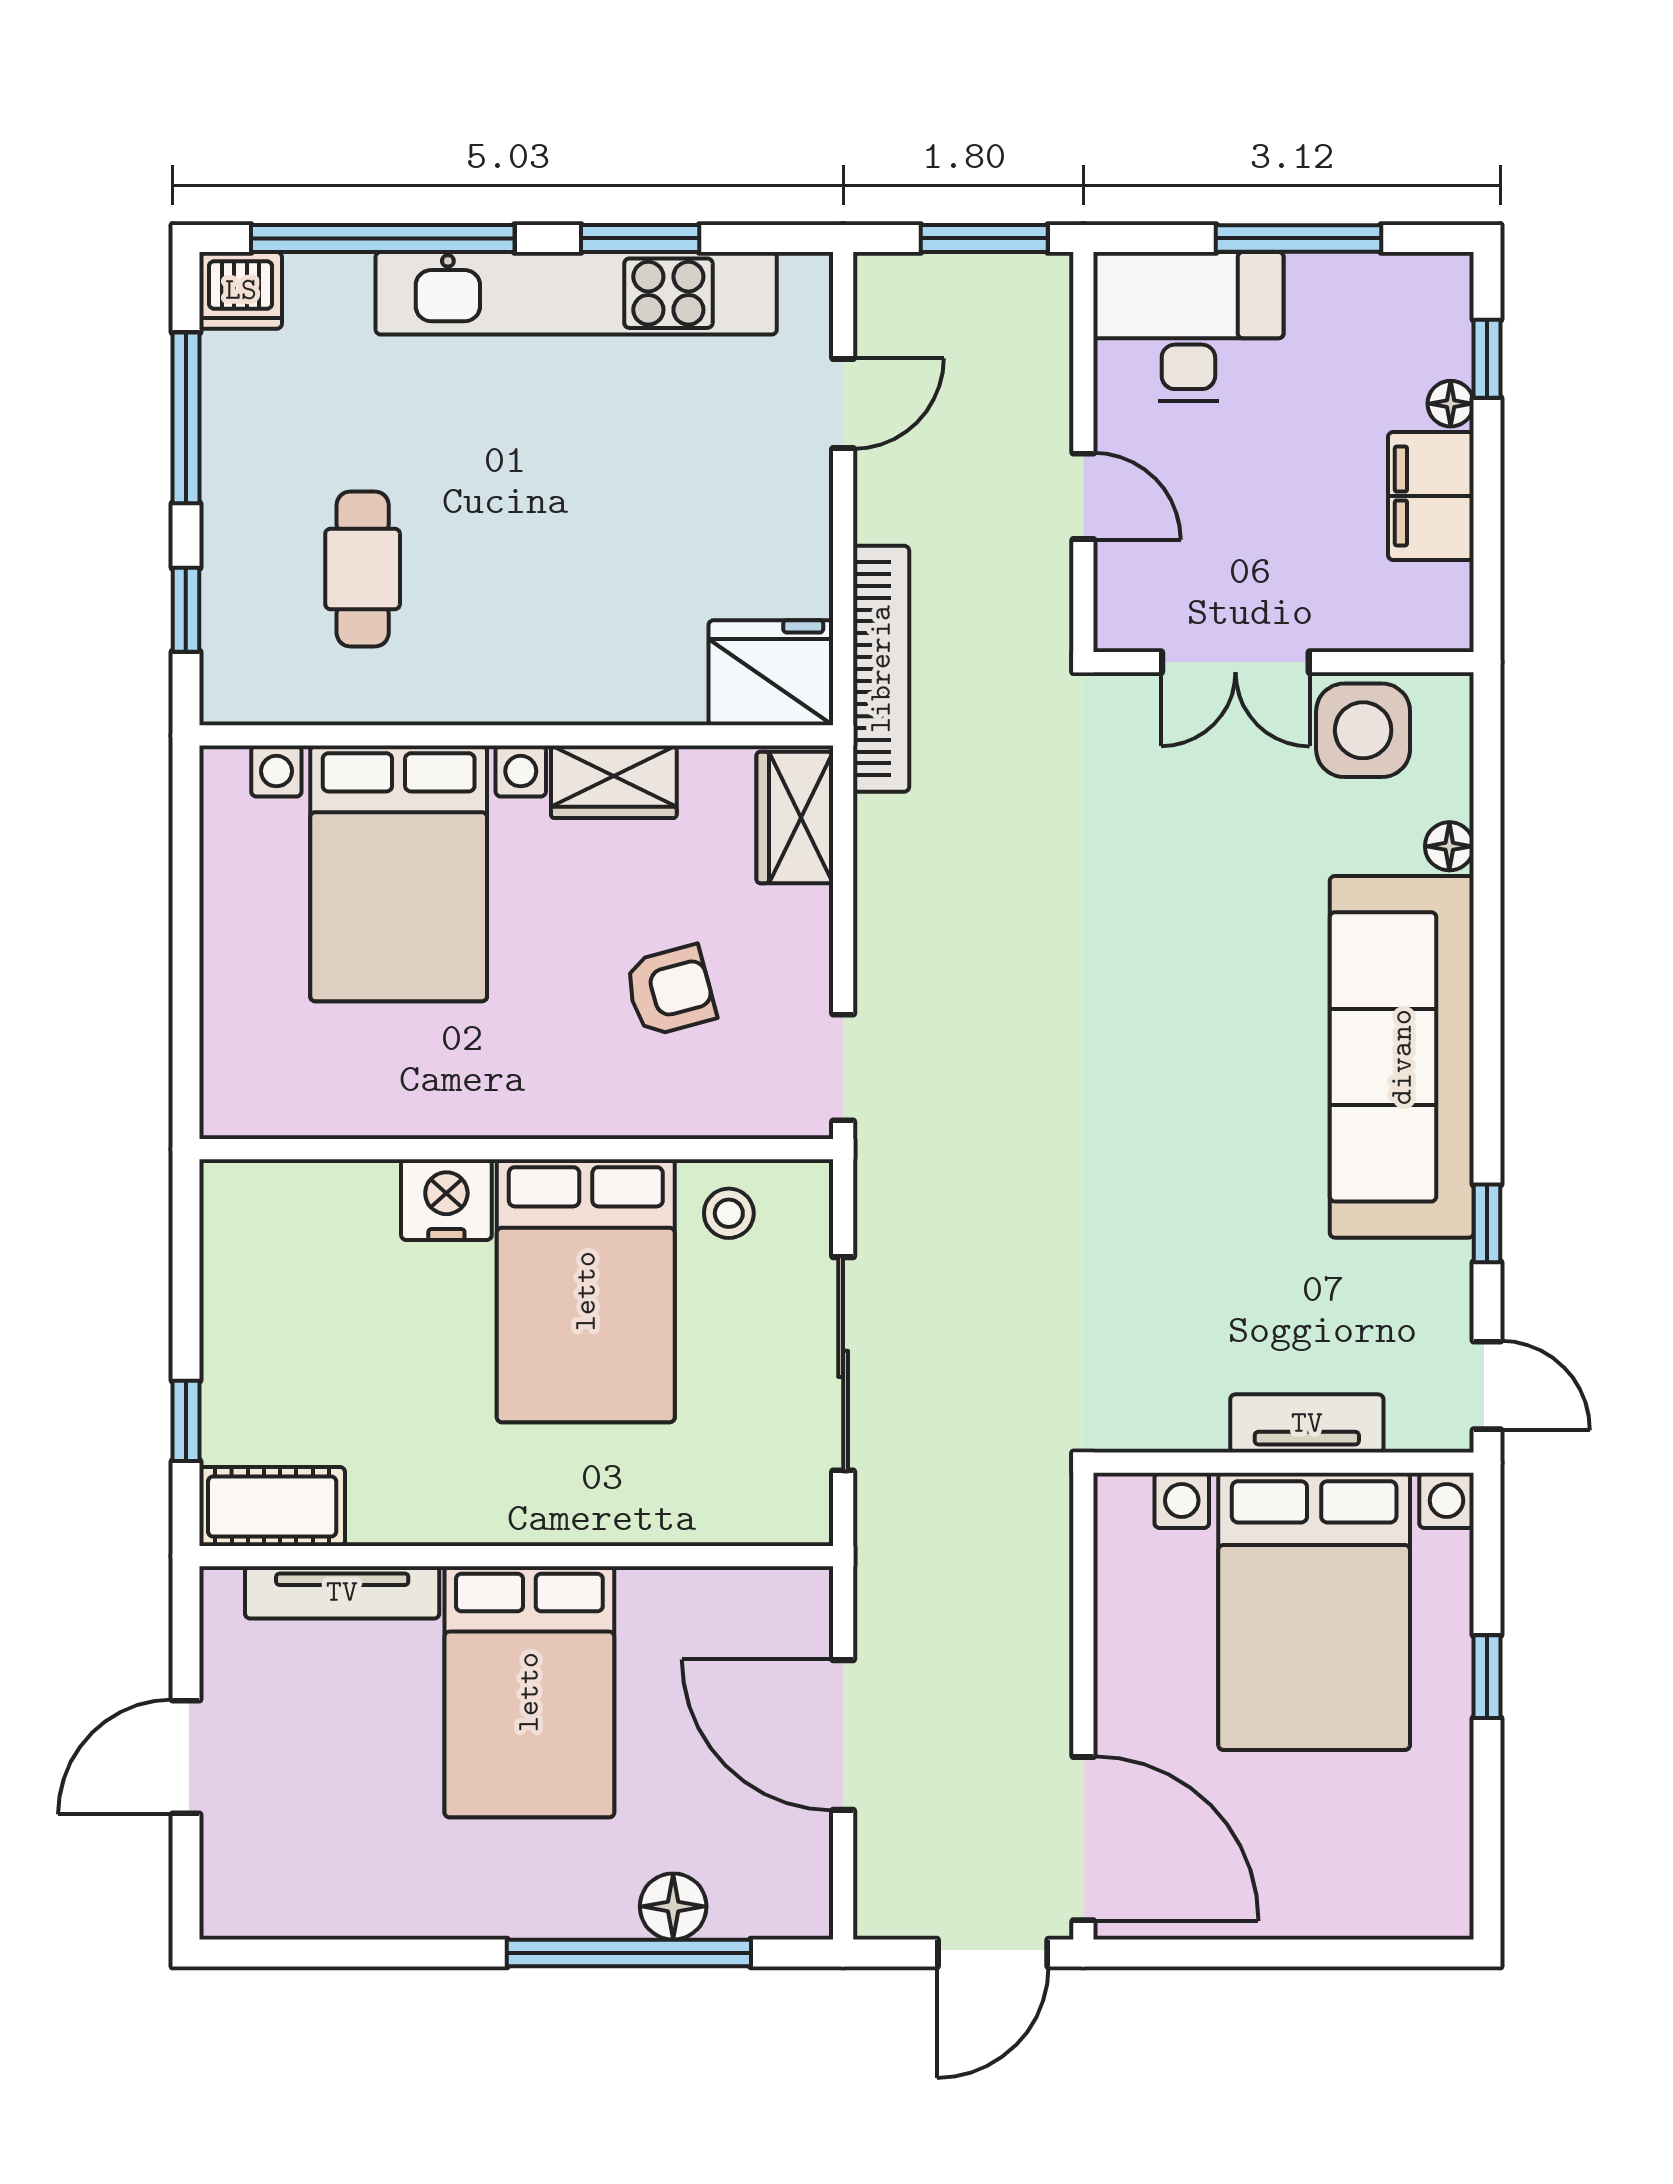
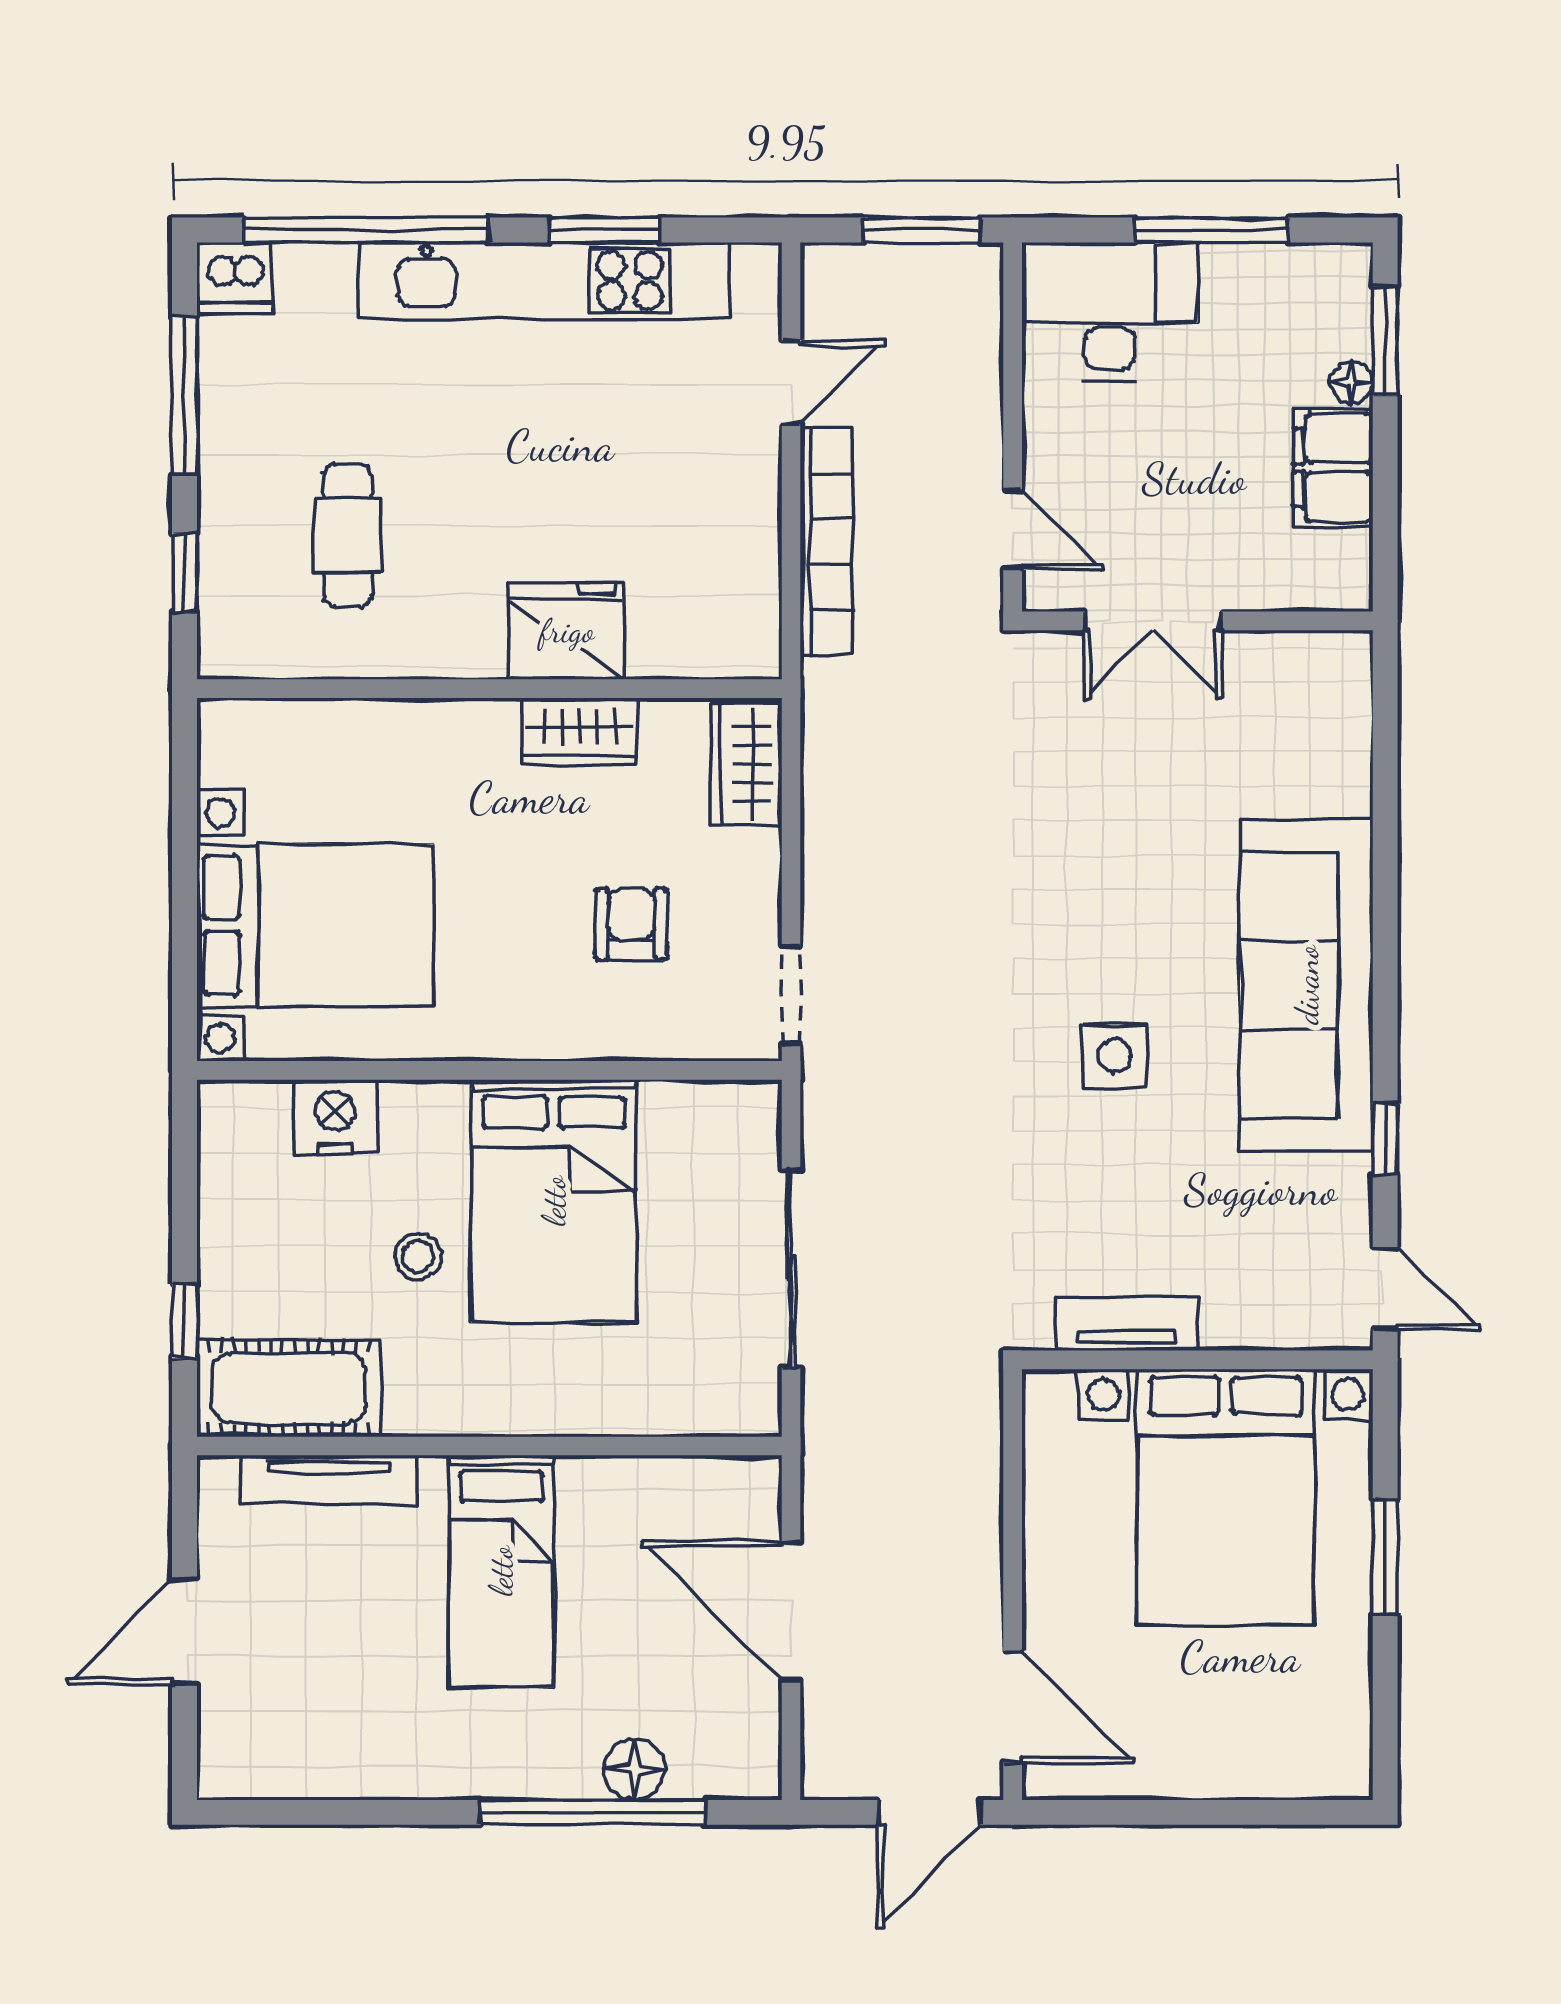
window: (1487, 359) -> (1385, 341), width x1.50
door: (1083, 496) -> (1013, 530), moved
bookcase: (881, 669) -> (826, 542), moved
fridge: (771, 673) -> (567, 631), moved
side table: (1363, 730) -> (1115, 1056), moved, width x0.73, depth x0.73
floor lamp: (1449, 846) -> (1350, 791), removed
bed with nightstands: (399, 873) -> (315, 925), moved, turned -90
armchair: (670, 991) -> (631, 924), turned -75
nightstand: (446, 1200) -> (335, 1117), moved
stool: (729, 1213) -> (418, 1256), moved
tv unit: (1307, 1423) -> (1127, 1324), moved
cot: (272, 1507) -> (289, 1388), width x1.37, depth x1.34
window: (1487, 1677) -> (1385, 1557), width x1.50
bed: (529, 1692) -> (501, 1571), width x0.67
door: (1083, 1839) -> (1013, 1707), width x0.73

